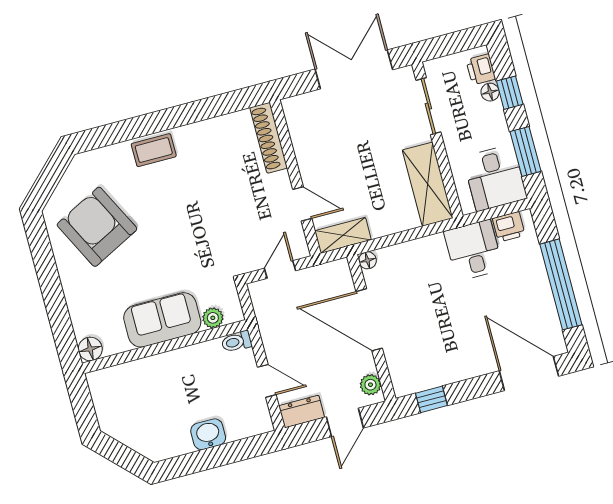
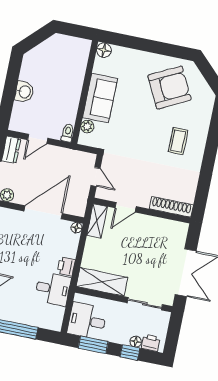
coffee table: (154, 150) -> (178, 141), moved
printer: (509, 227) -> (66, 266), moved

